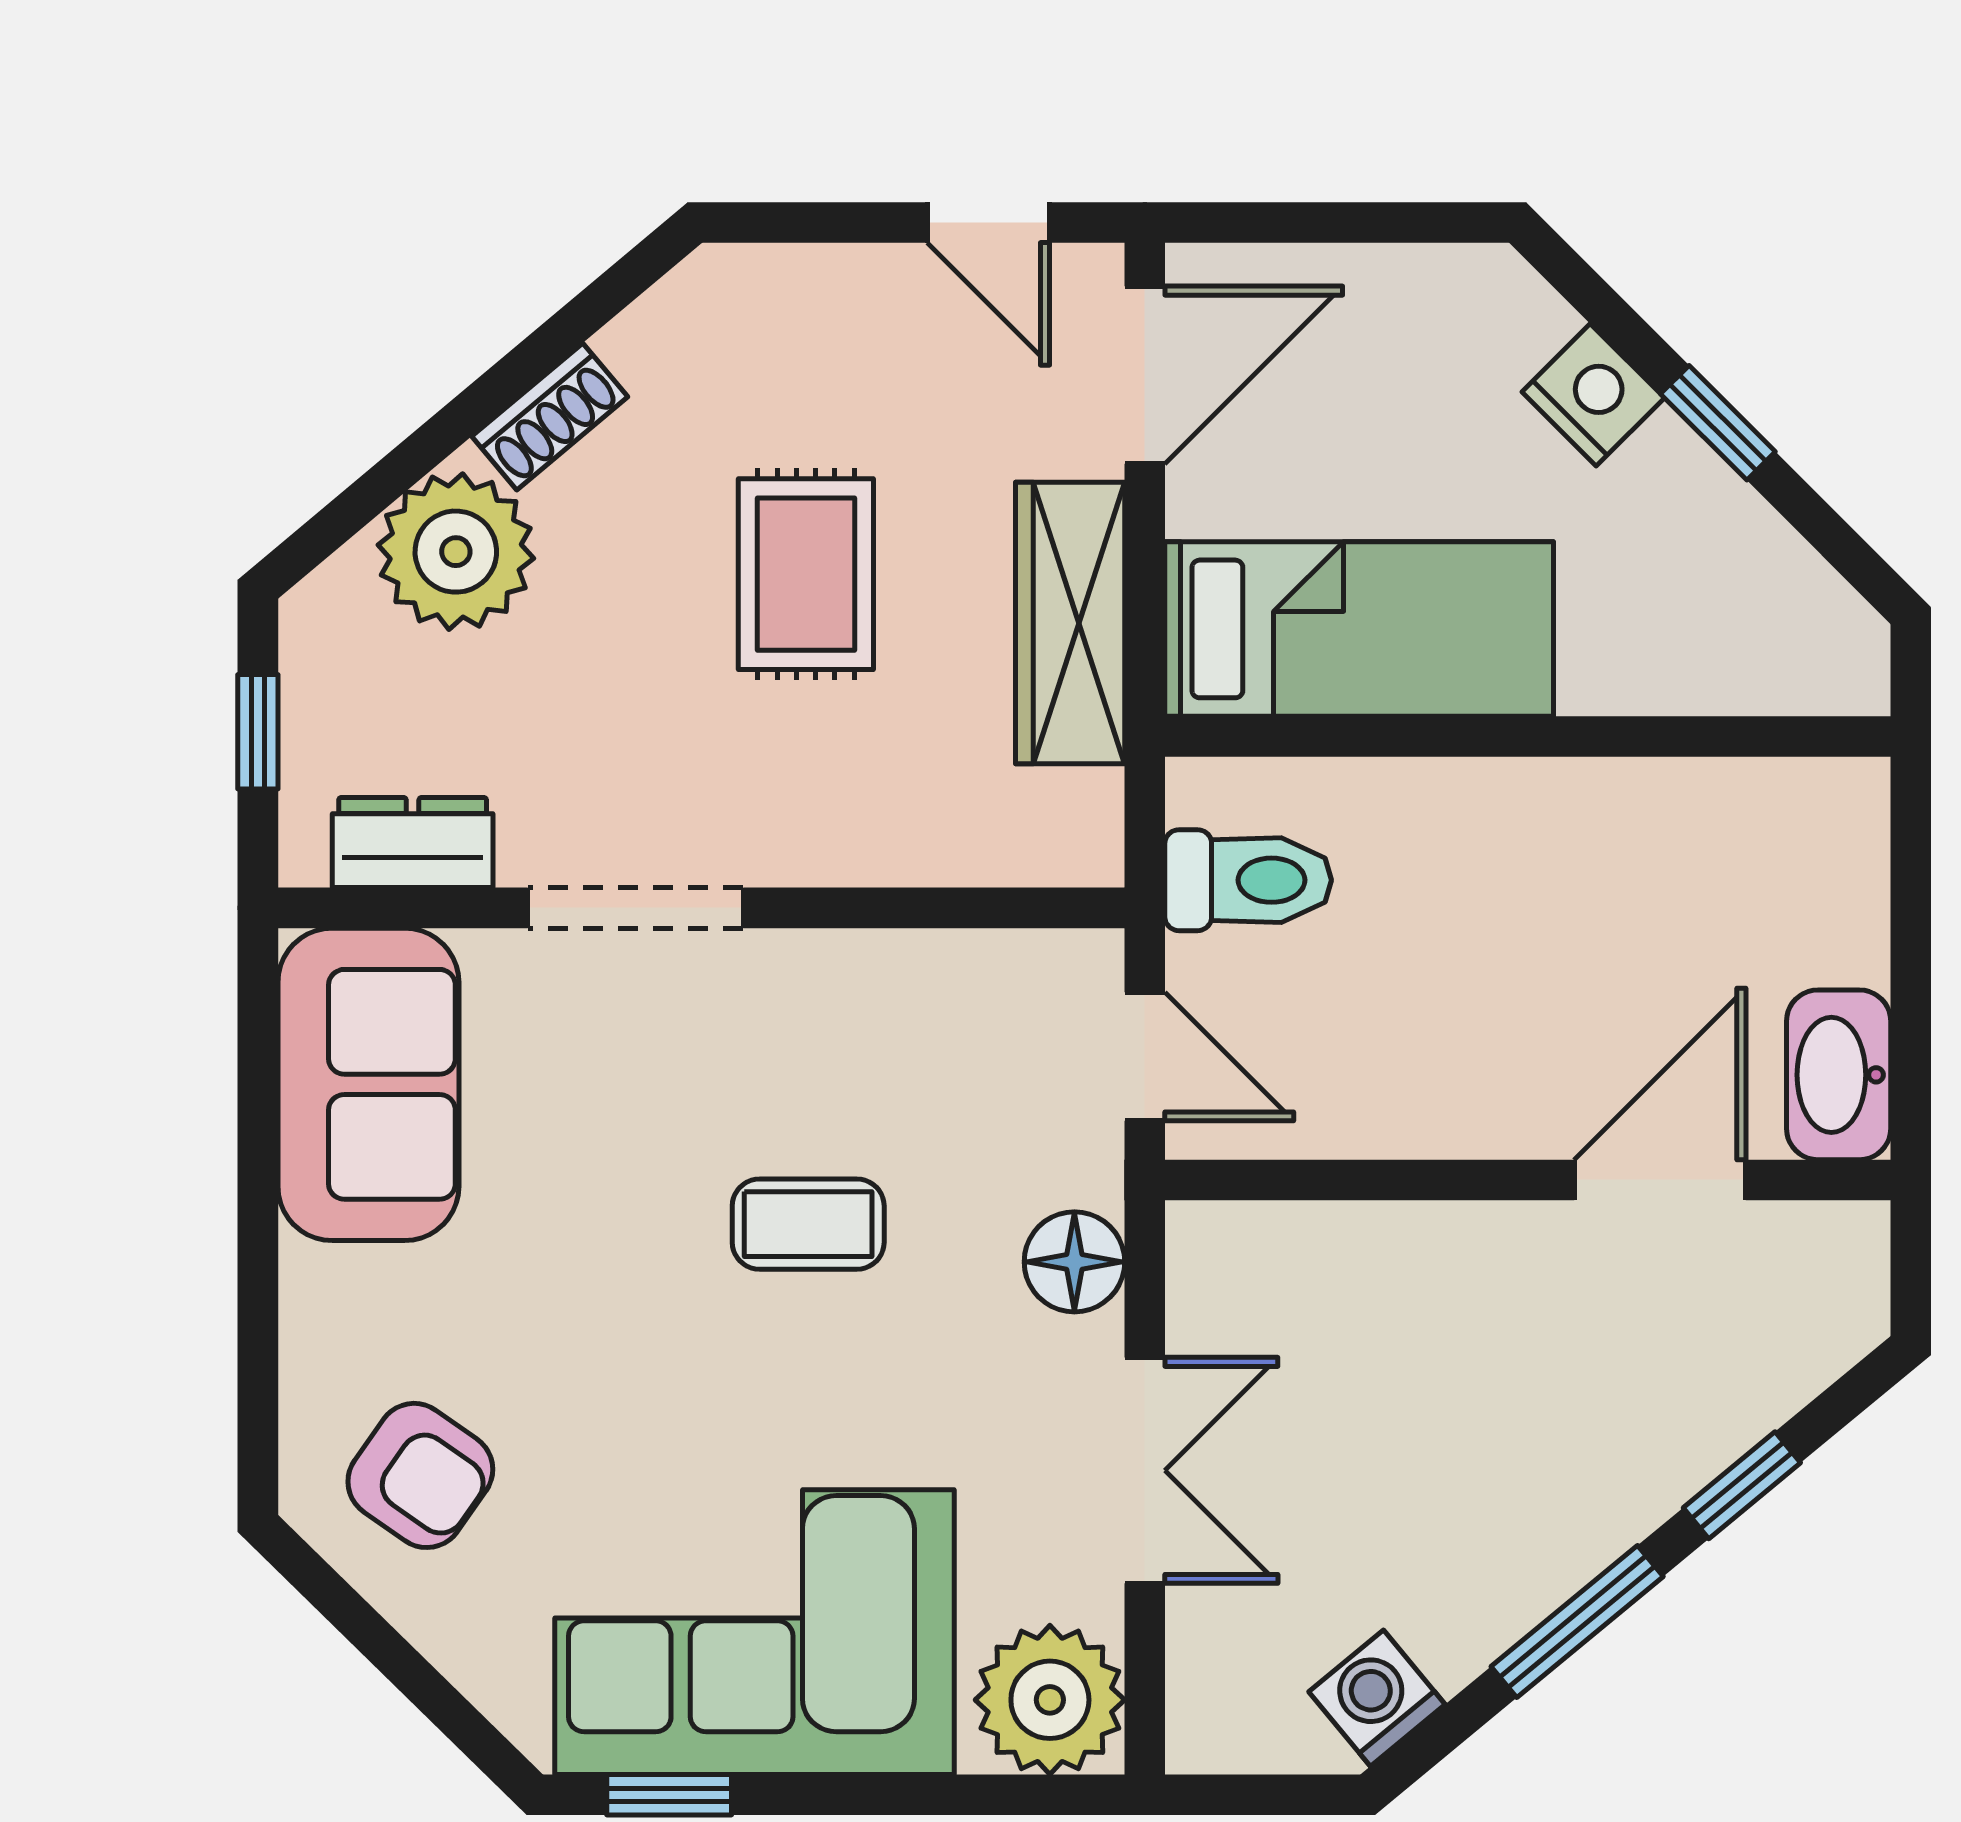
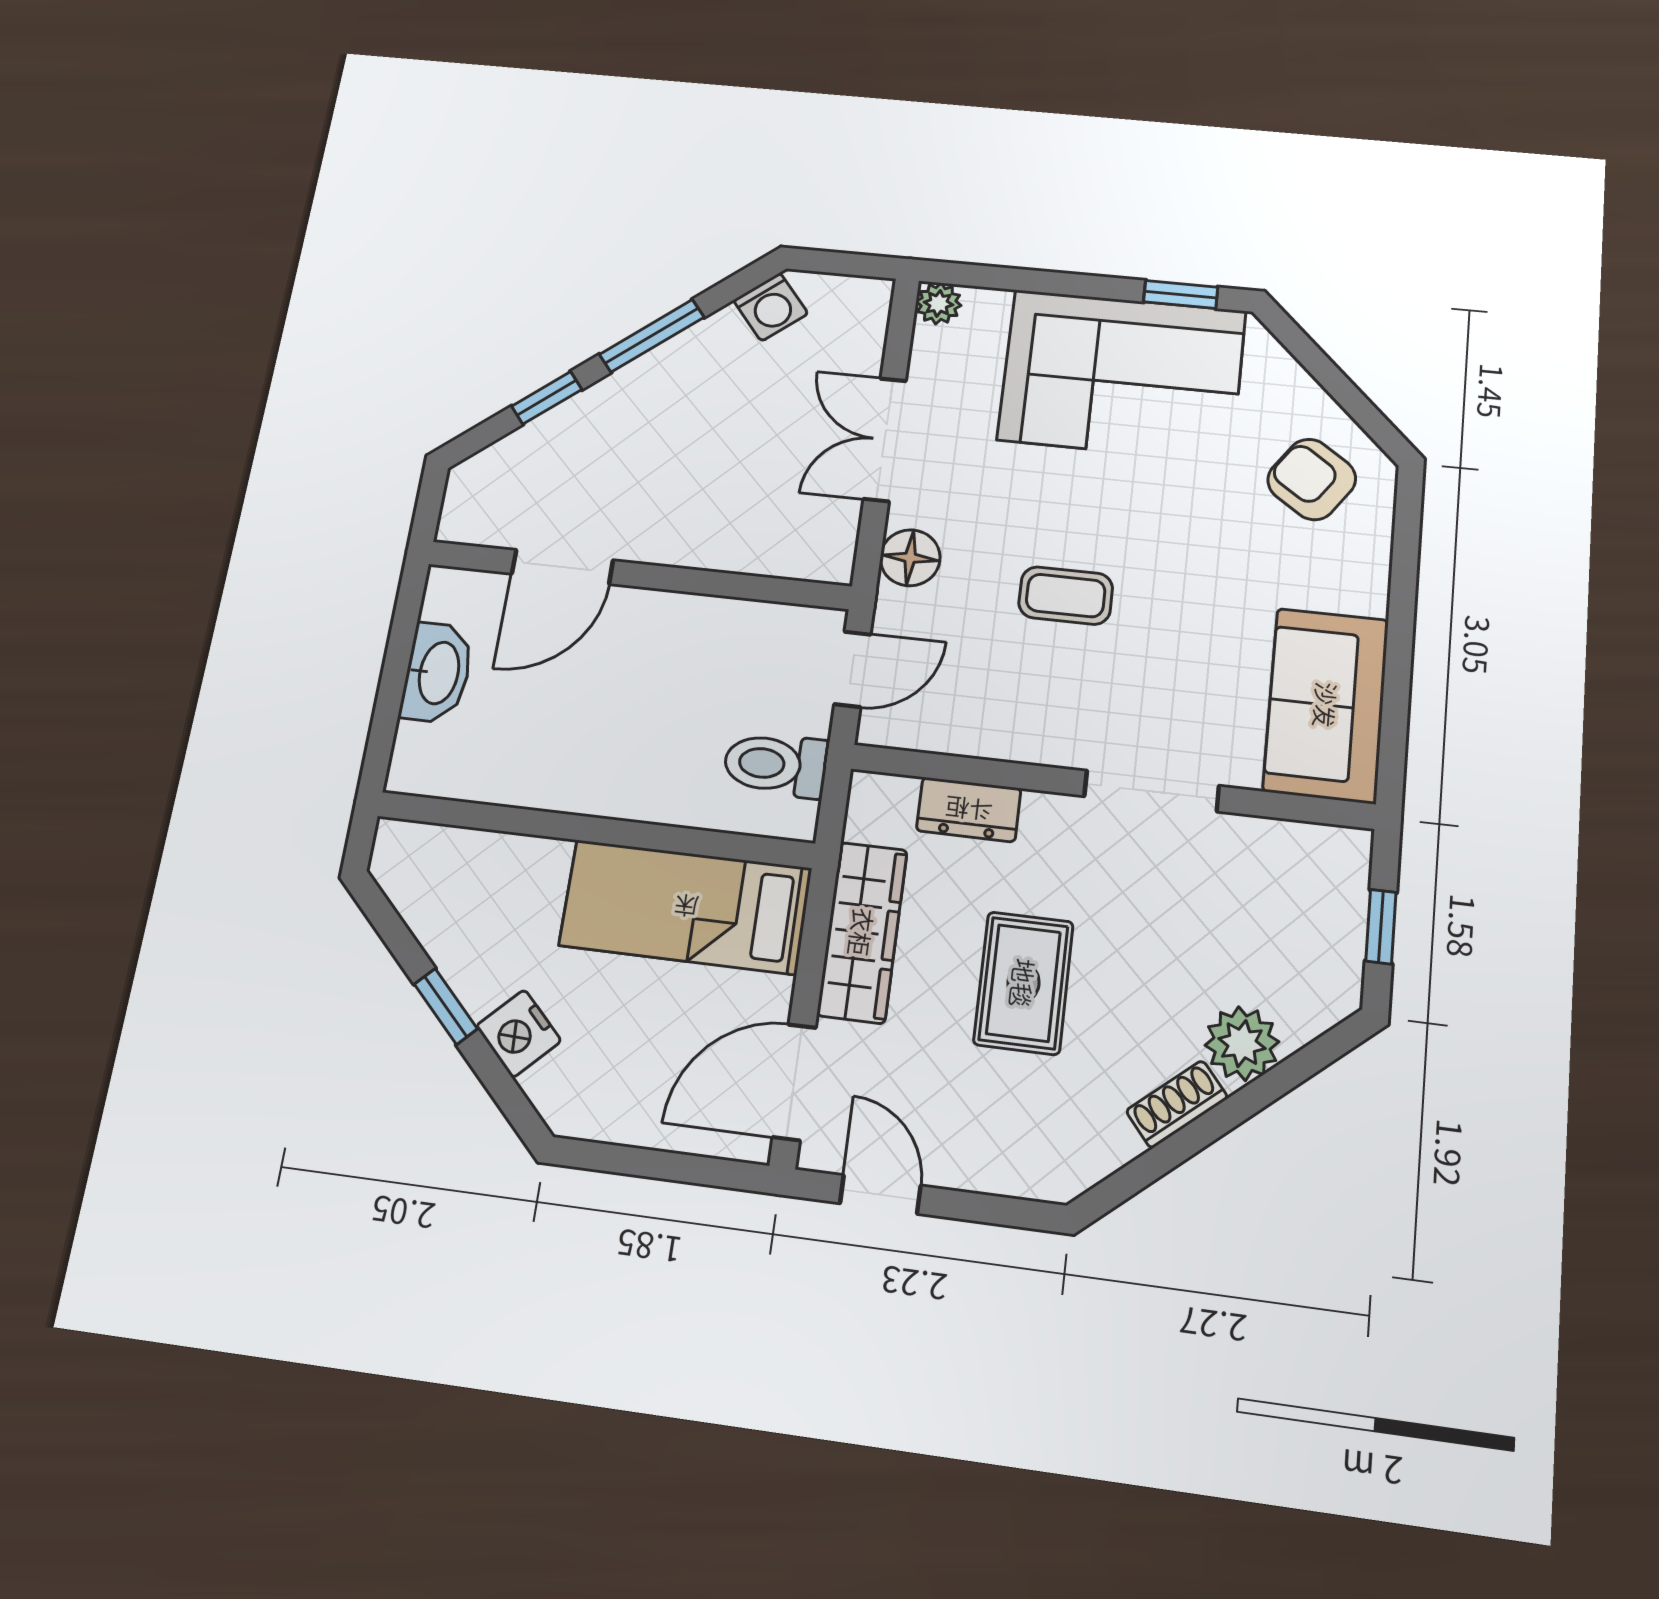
plant: (456, 552) -> (1242, 1043), width x0.73, depth x0.73
dresser: (413, 843) -> (969, 810), moved
door: (1145, 1057) -> (852, 669), swing flipped
washbasin: (1839, 1075) -> (437, 673), moved
plant: (1050, 1700) -> (938, 303), width x0.53, depth x0.53

